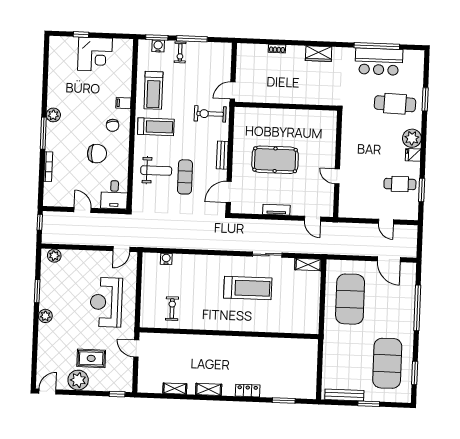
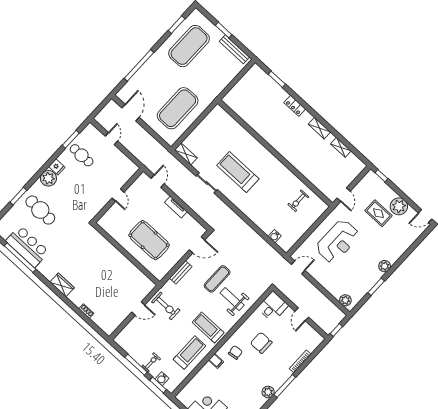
wall: (286, 106) -> (126, 254), moved

